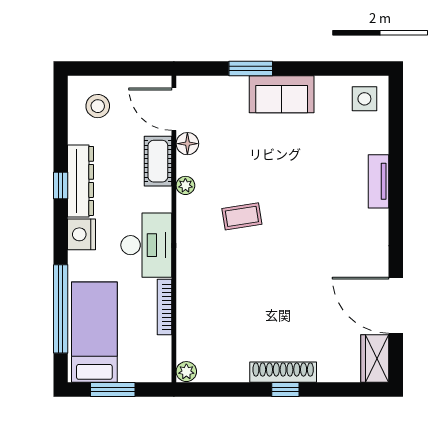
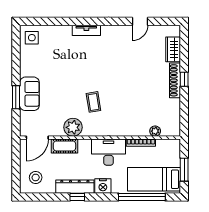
sofa: (282, 94) -> (29, 94), moved
floor lamp: (187, 144) -> (55, 130), removed
tv unit: (378, 181) -> (86, 30), moved
plant: (185, 185) -> (73, 127), width x1.87, depth x1.87
door: (396, 305) -> (140, 21), width x0.53
wardrobe: (375, 359) -> (173, 49), moved, turned 90
plant: (186, 372) -> (155, 131), moved

